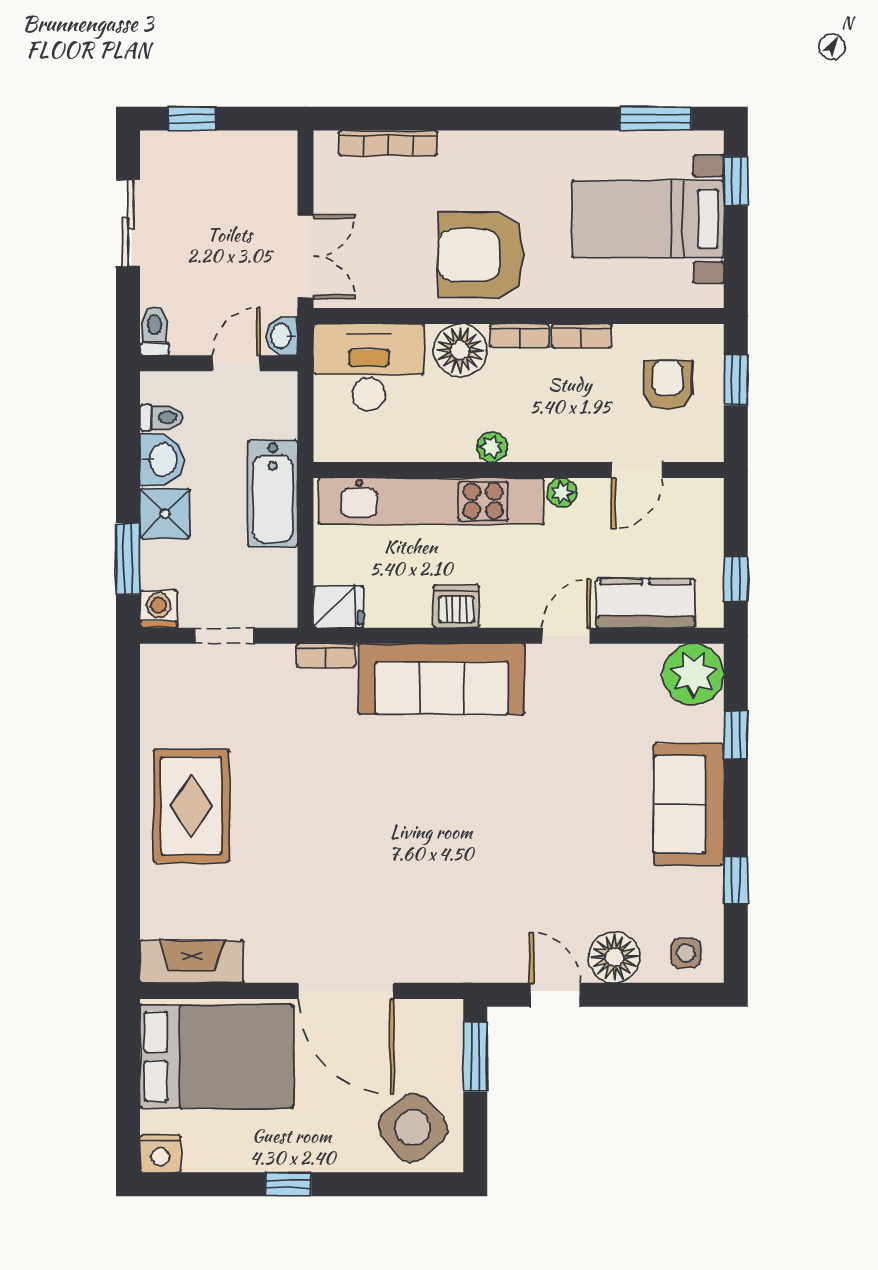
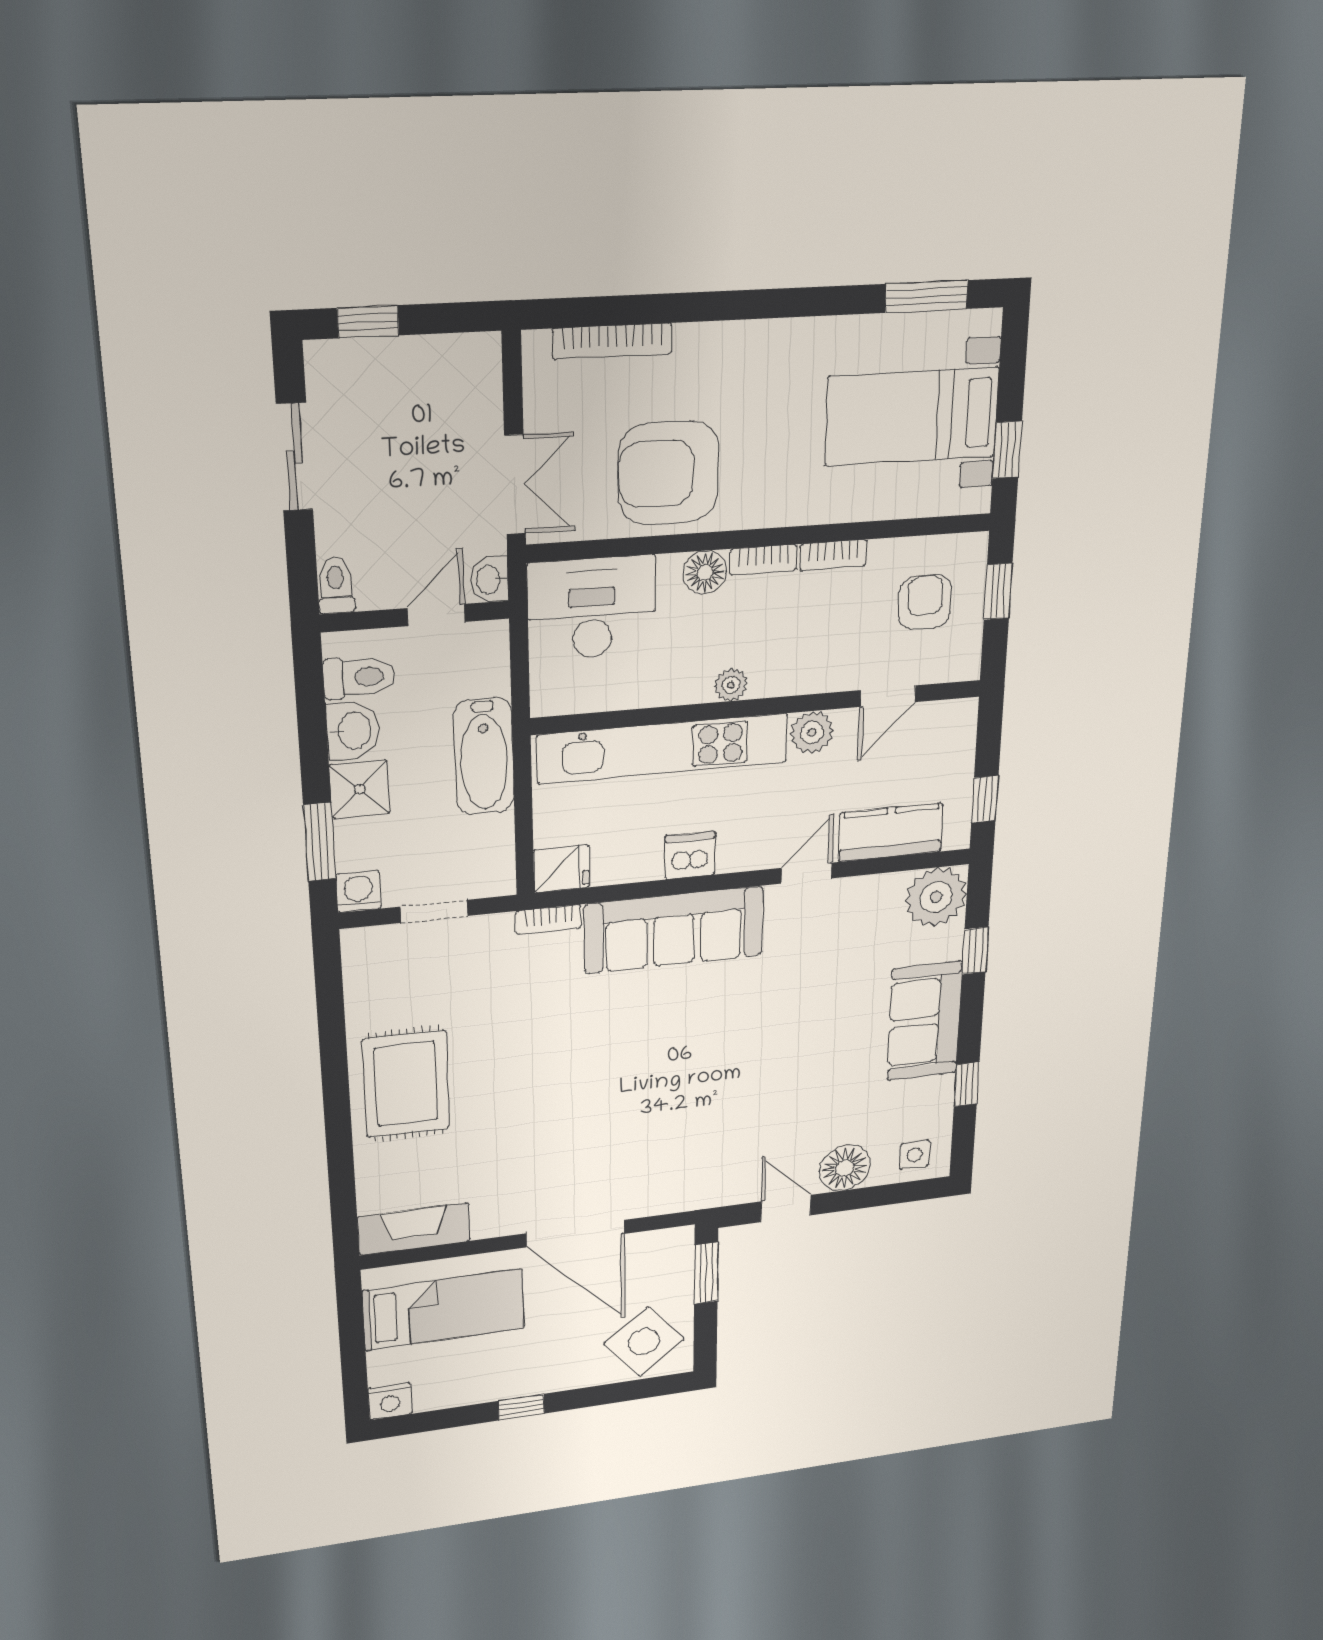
window: (736, 181) -> (1007, 450), moved
armchair: (481, 255) -> (669, 473), moved
floor lamp: (460, 350) -> (705, 572), width x0.73, depth x0.73
toilet: (161, 418) -> (359, 677), width x1.37, depth x1.39
plant: (562, 492) -> (812, 732), width x1.38, depth x1.38
bed: (216, 1056) -> (444, 1310), width x0.67

